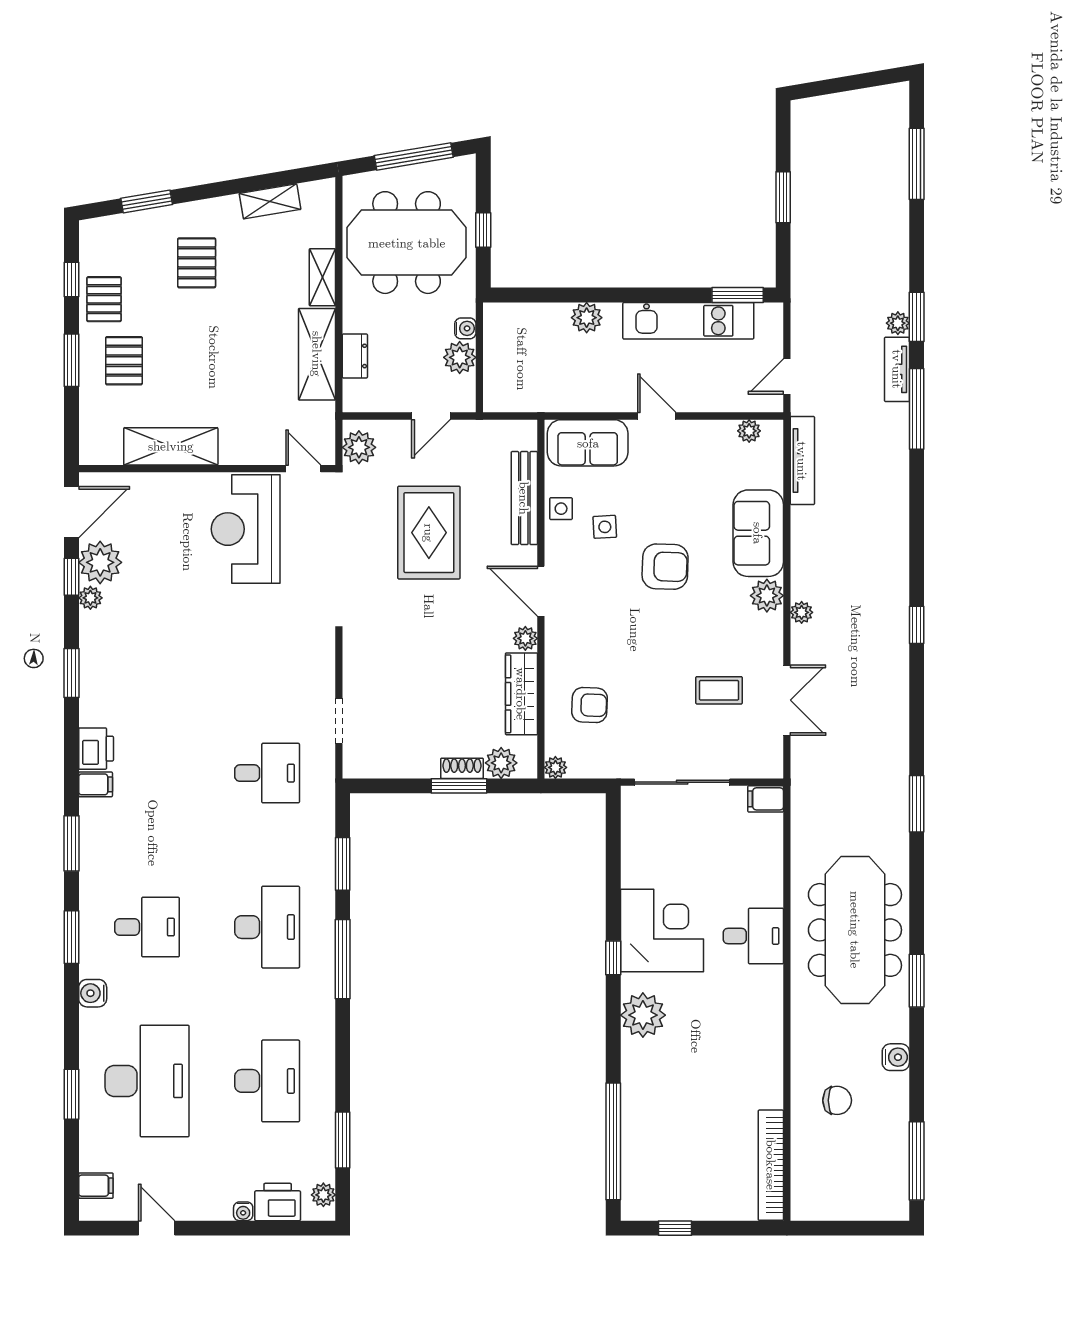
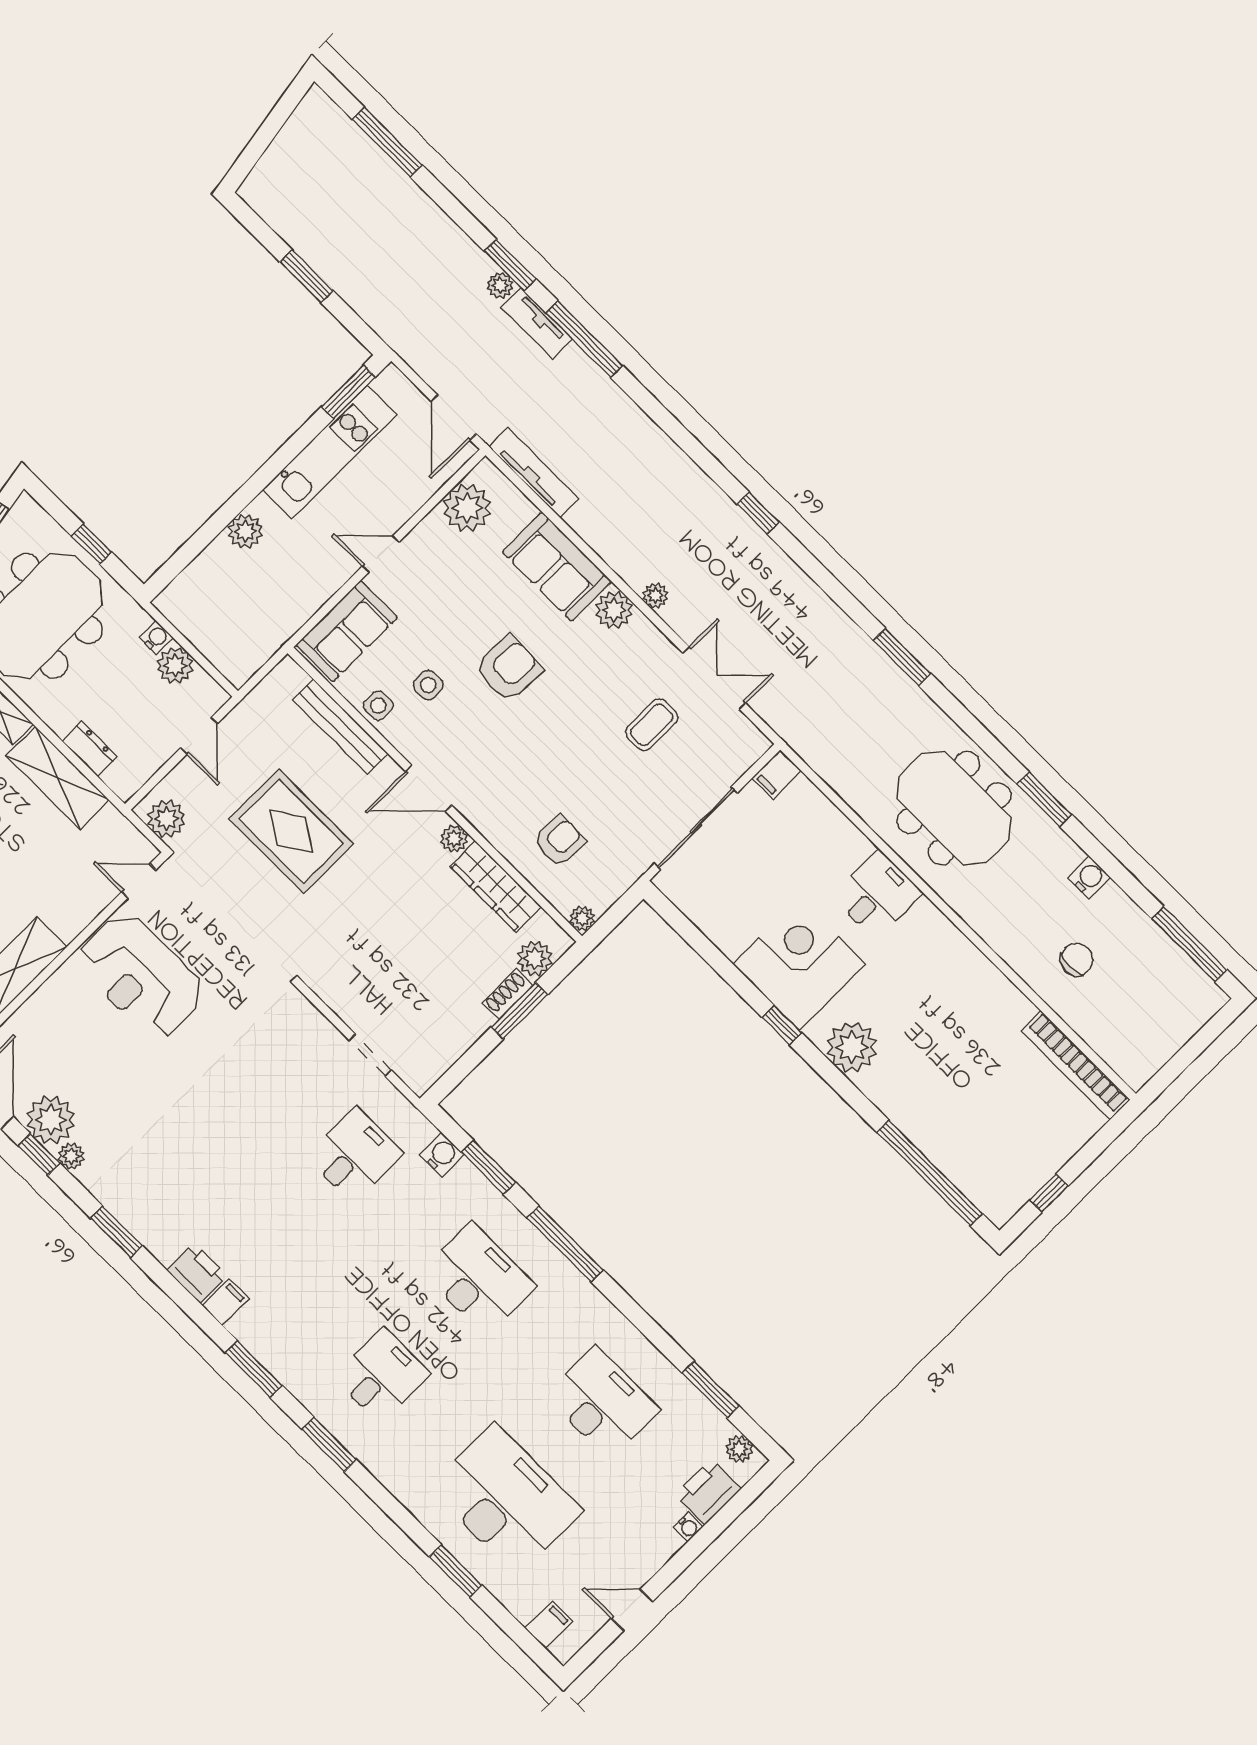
door: (787, 376) -> (454, 417), width x1.38
plant: (749, 431) -> (467, 508), width x1.87, depth x1.87
meeting table: (855, 930) -> (954, 808), width x0.73
water cooler: (93, 993) -> (442, 1155), moved, turned 180

